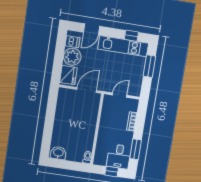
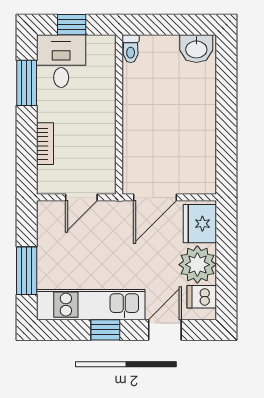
window: (131, 36) -> (105, 330), moved

